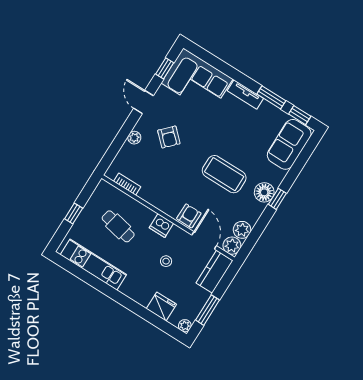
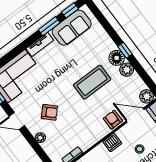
sofa: (289, 144) -> (72, 28), moved, turned -90
plant: (242, 230) -> (127, 70), moved

